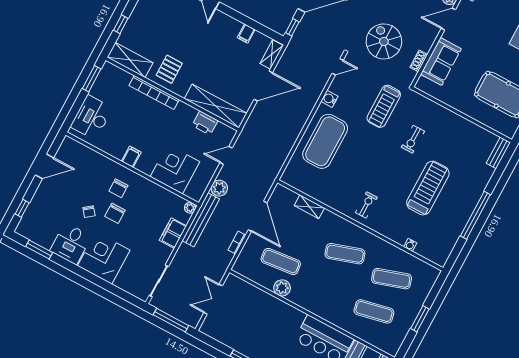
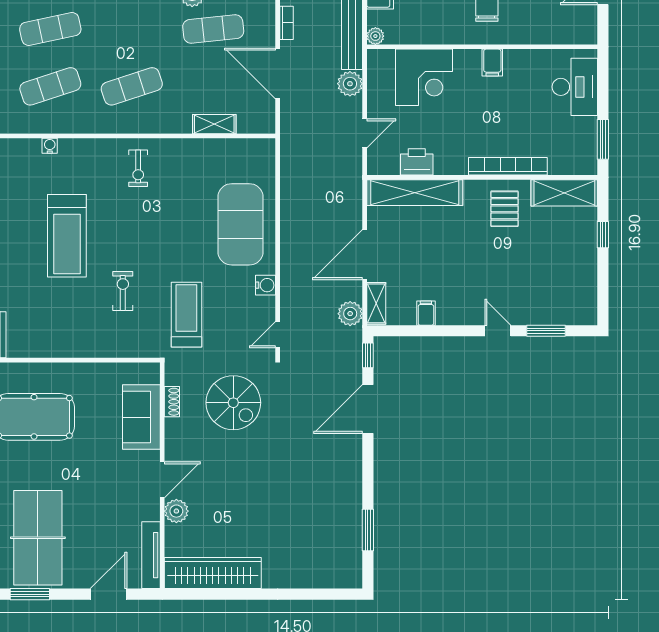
plant: (290, 57) -> (350, 314), added

